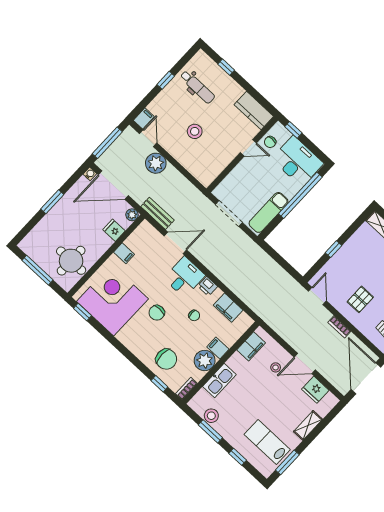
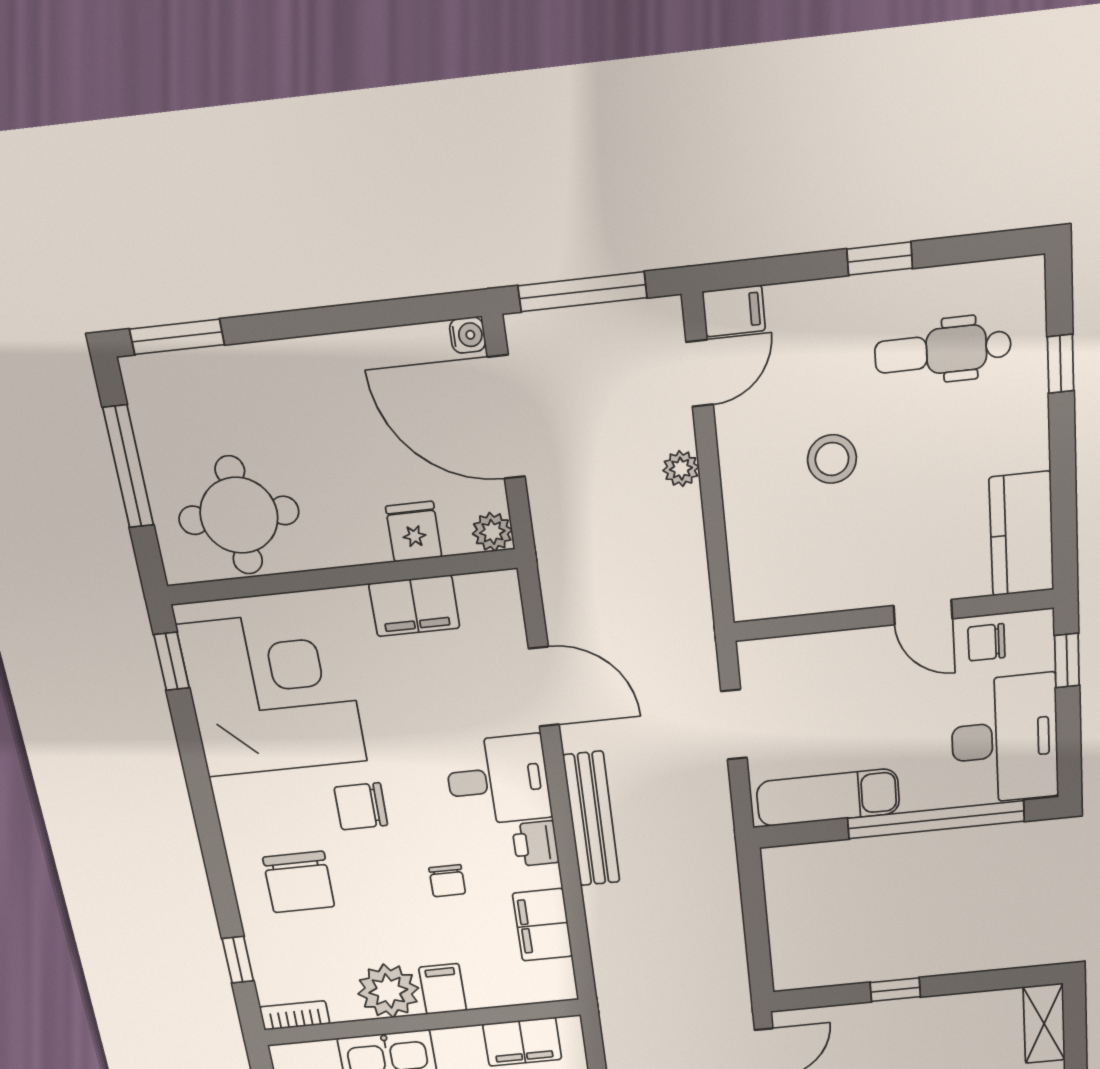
dental chair: (197, 87) -> (943, 351), turned 90
plant: (156, 163) -> (681, 469), width x0.53, depth x0.53
window: (52, 202) -> (177, 337), moved
bench: (157, 213) -> (592, 819), moved, width x1.36
doorway: (229, 214) -> (734, 725), width x0.73
filing cabinet: (124, 253) -> (414, 606), width x2.00
chair: (166, 359) -> (299, 882), moved

